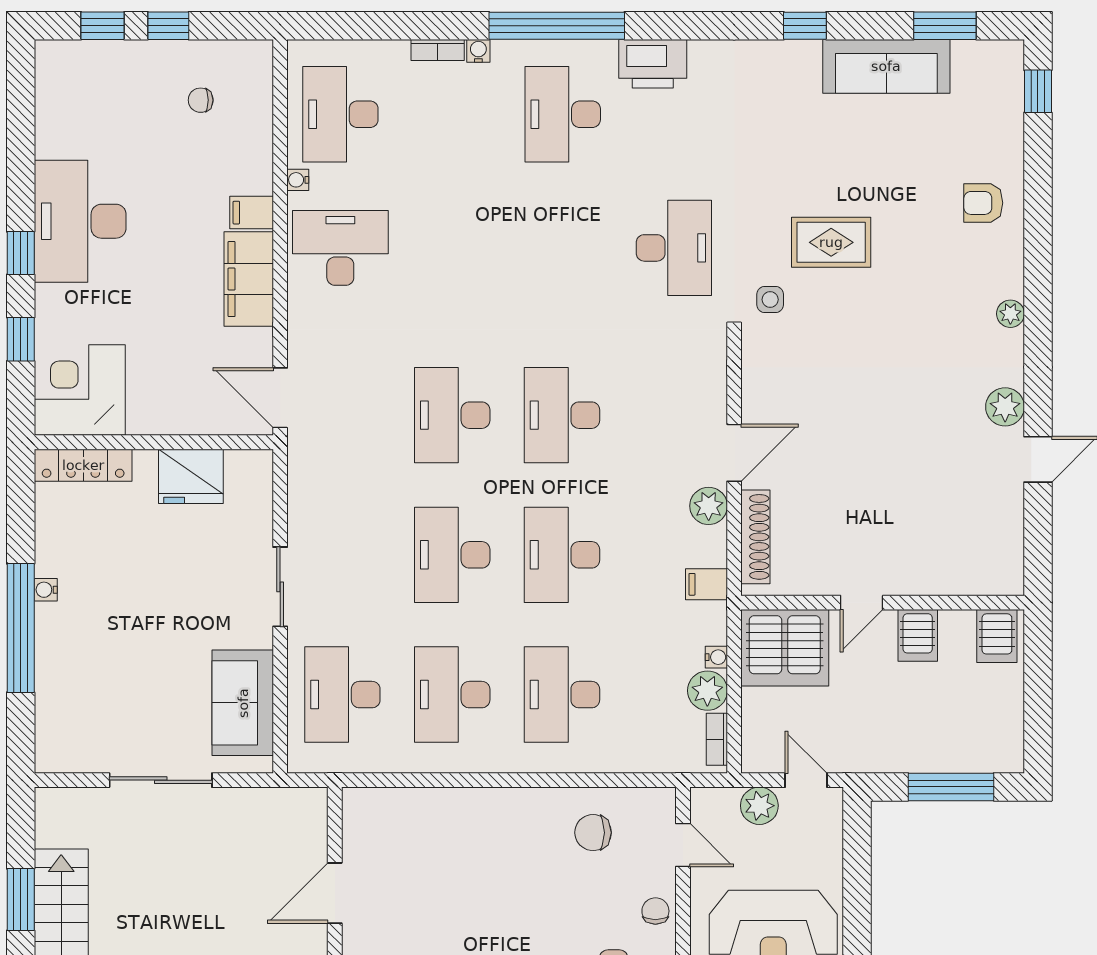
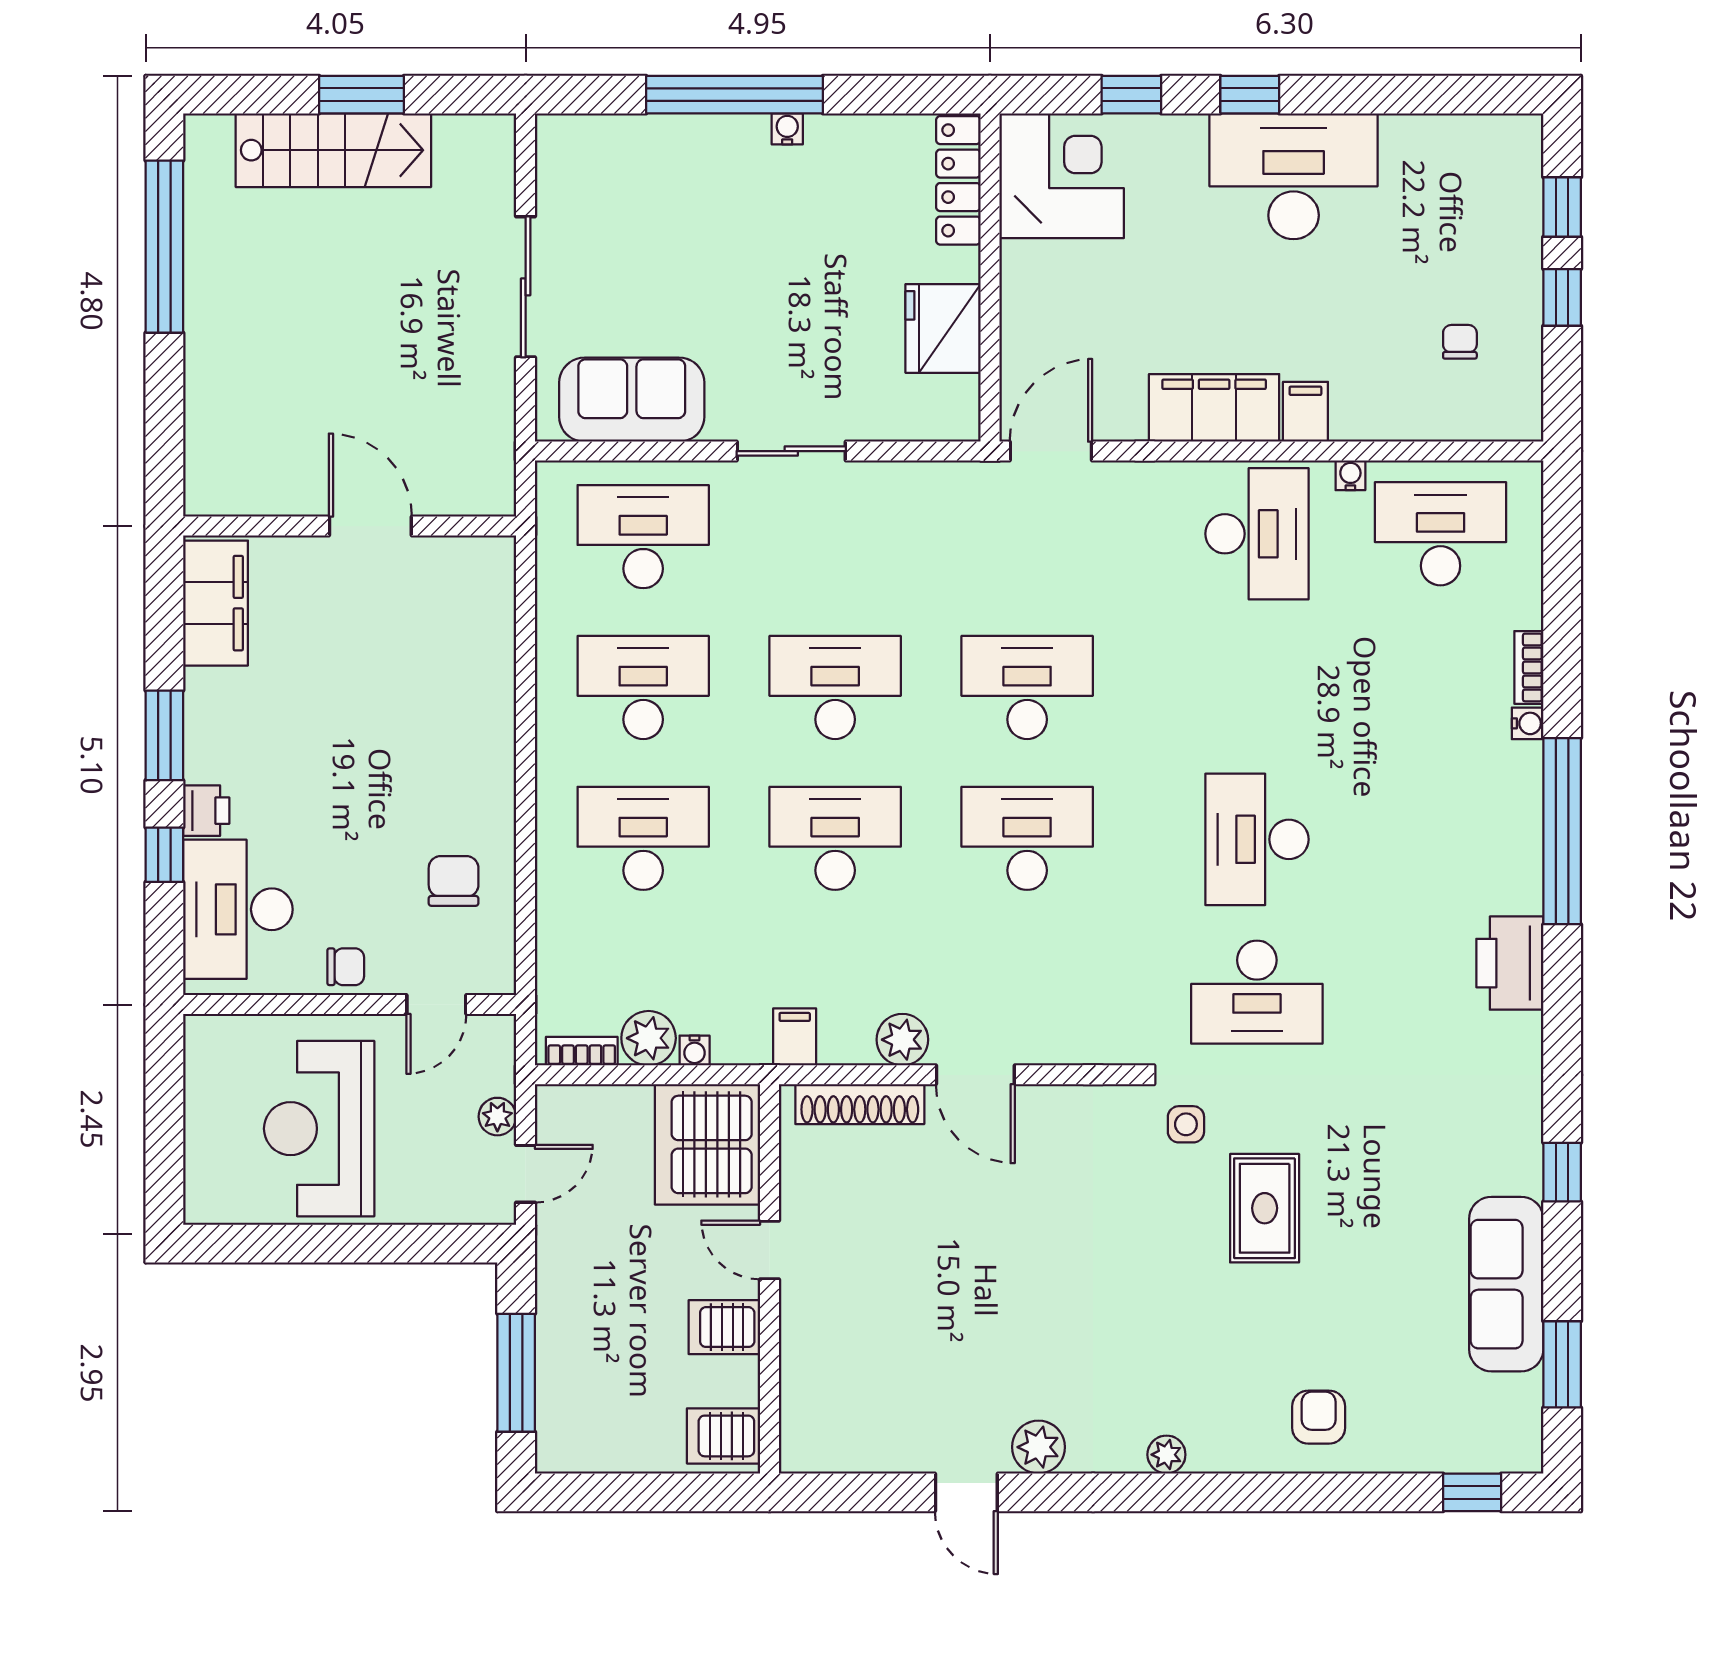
desk: (563, 114) -> (1257, 839), moved, turned -90
plant: (759, 806) -> (497, 1117), width x0.73, depth x0.73

